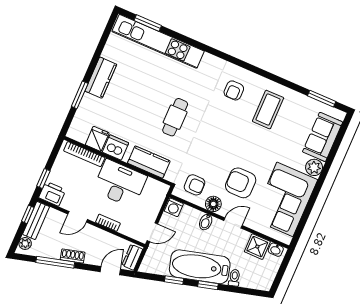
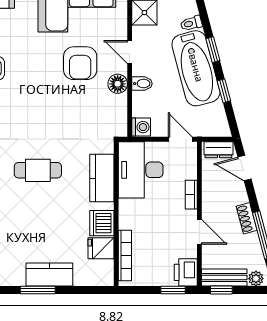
kitchen counter: (101, 78) -> (49, 274), moved
window: (80, 95) -> (38, 290), moved
desk: (120, 183) -> (141, 170), moved
armchair: (195, 185) -> (105, 115), removed

